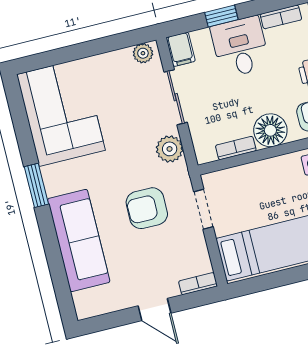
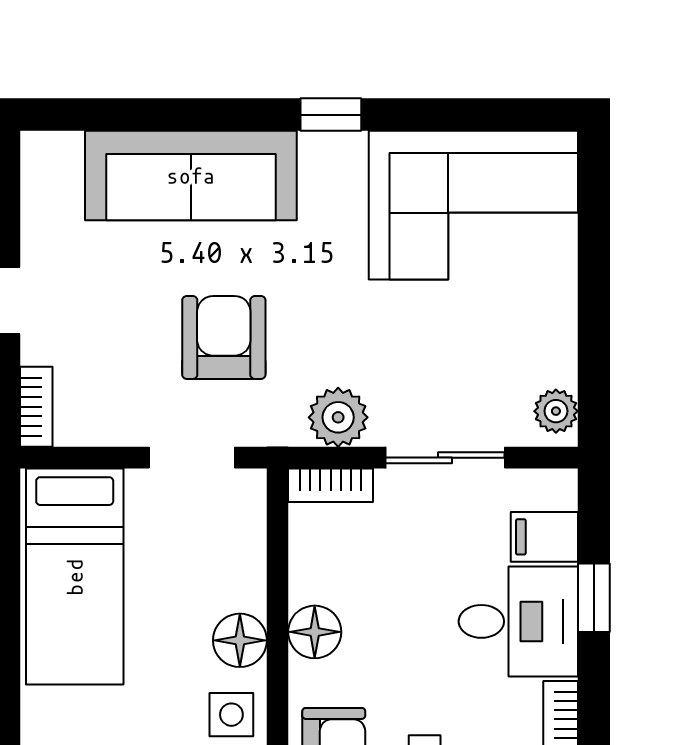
filing cabinet: (181, 49) -> (544, 537), moved
floor lamp: (270, 130) -> (315, 632), width x0.73, depth x0.73
bookcase: (236, 148) -> (331, 485), moved, turned 90
floor lamp: (279, 168) -> (240, 640), added
window: (36, 185) -> (331, 115), width x0.67

